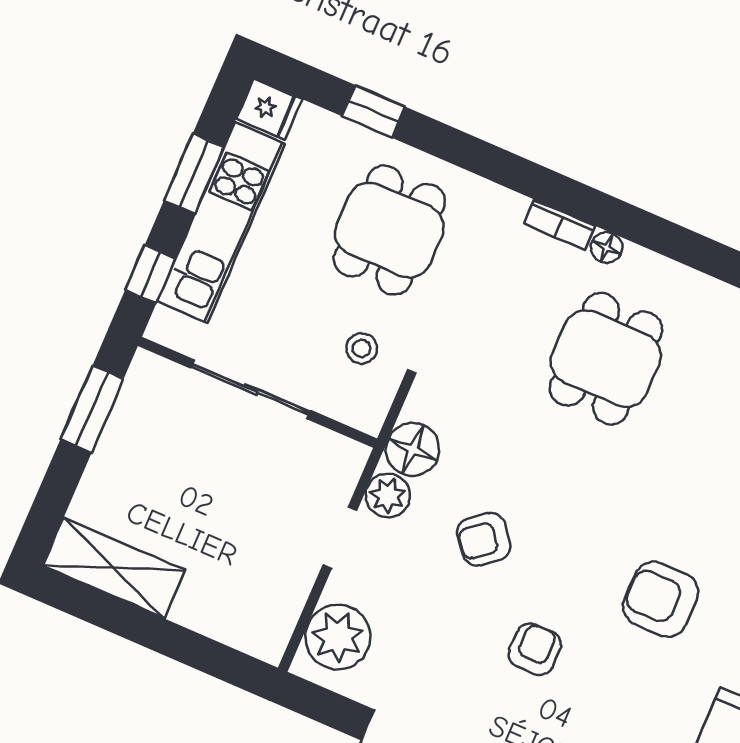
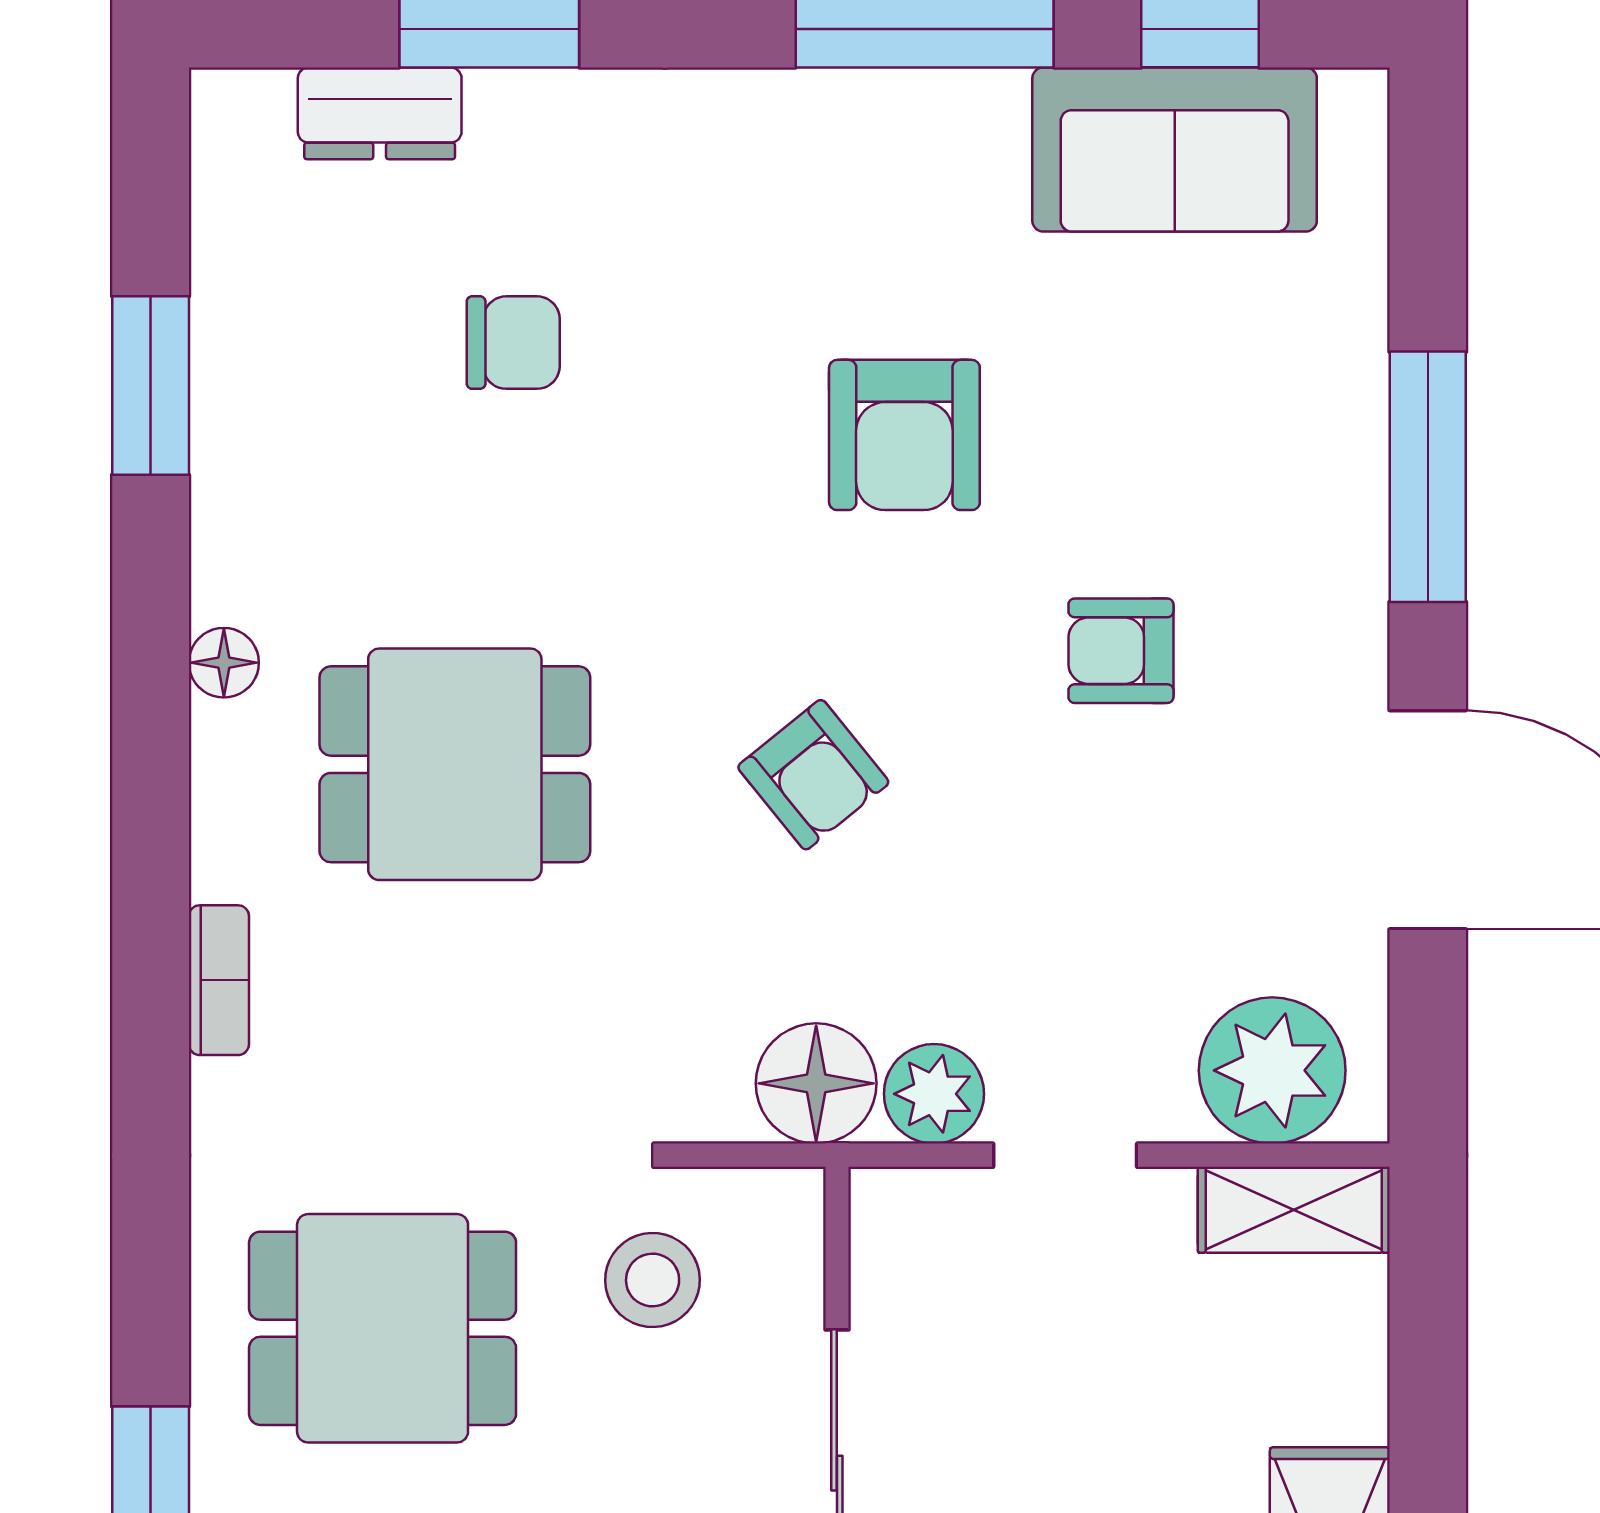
floor lamp: (607, 248) -> (224, 663), moved
stool: (362, 348) -> (653, 1280), width x1.37, depth x1.37
armchair: (484, 539) -> (813, 775), moved
shelving: (277, 621) -> (1294, 1210), added

